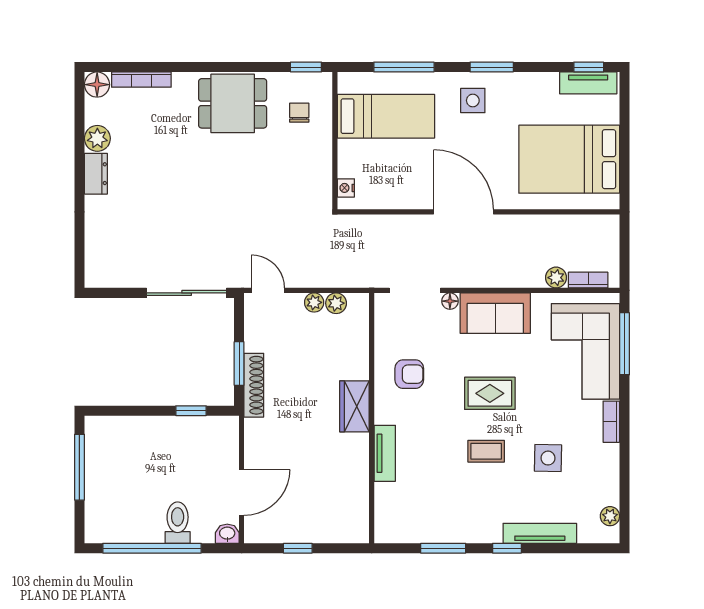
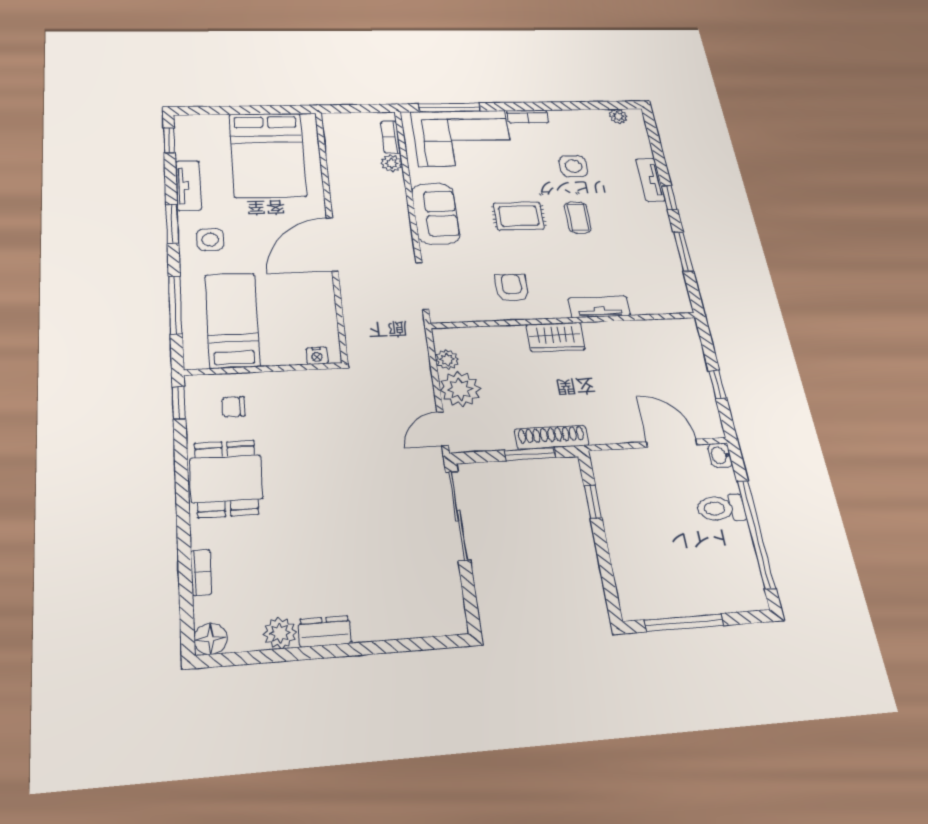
bookcase: (141, 80) -> (201, 572), width x0.64
tv unit: (588, 83) -> (188, 186), moved
floor lamp: (450, 301) -> (429, 254), removed
plant: (314, 302) -> (460, 389), width x1.88, depth x1.88
rug: (490, 393) -> (519, 216), turned 90
tv unit: (540, 533) -> (650, 180), width x0.71

